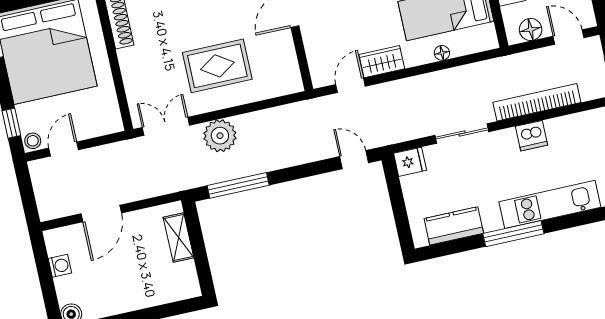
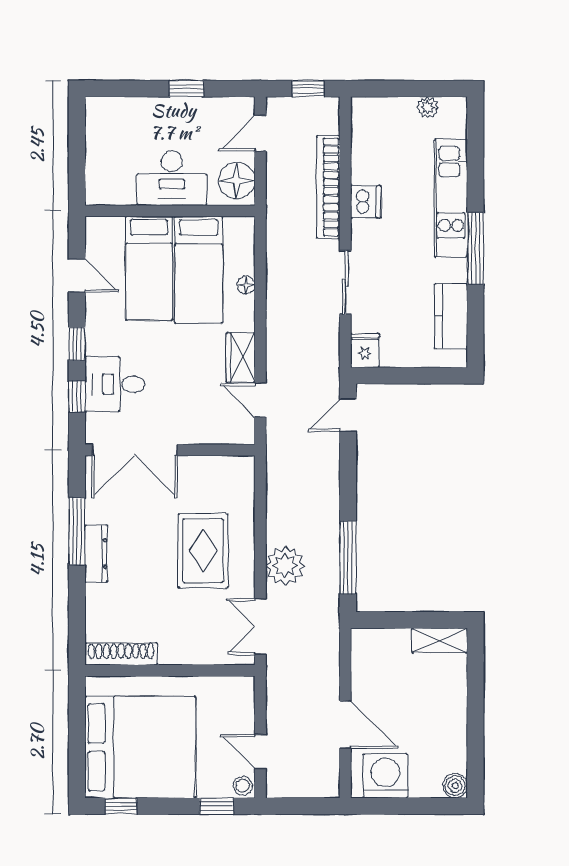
floor lamp: (531, 29) -> (237, 180), width x1.38, depth x1.38
shelving: (178, 237) -> (440, 641), moved
washing machine: (60, 266) -> (385, 776), width x1.89, depth x1.89

